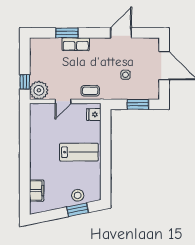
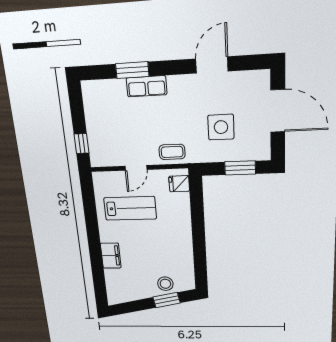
side table: (125, 75) -> (221, 127), width x1.87, depth x1.87
plant: (39, 90) -> (102, 154), removed
lab bench: (79, 152) -> (130, 208), moved
filing cabinet: (37, 191) -> (111, 256), moved

